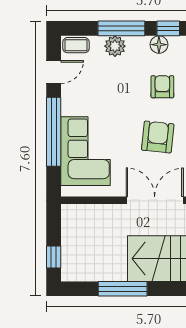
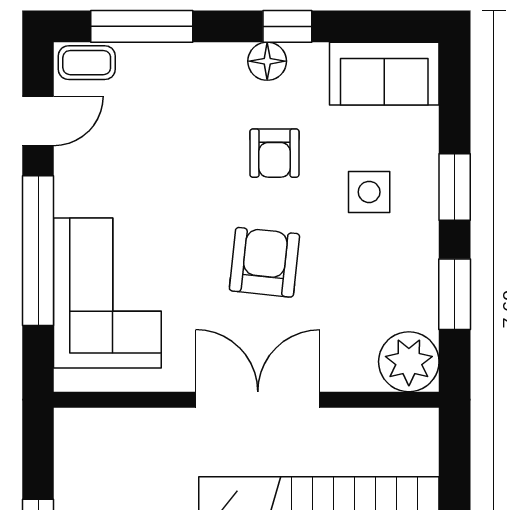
window: (121, 28) -> (142, 26), moved
plant: (115, 46) -> (171, 65), removed
armchair: (162, 87) -> (274, 153), turned 180

